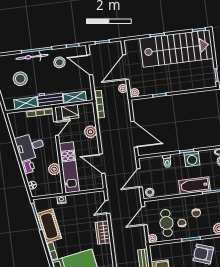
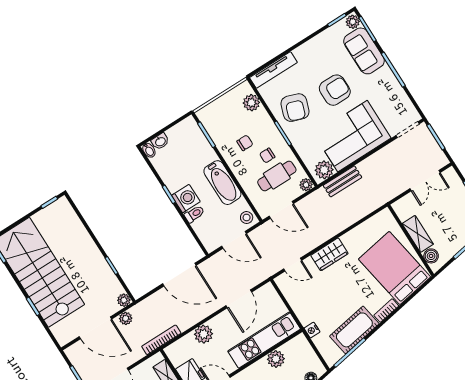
door: (134, 134) -> (179, 275), swing flipped
washing machine: (192, 159) -> (186, 199), moved
bathtub: (194, 186) -> (222, 183), moved
plant: (156, 254) -> (324, 170), added

